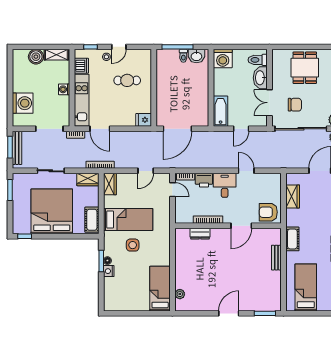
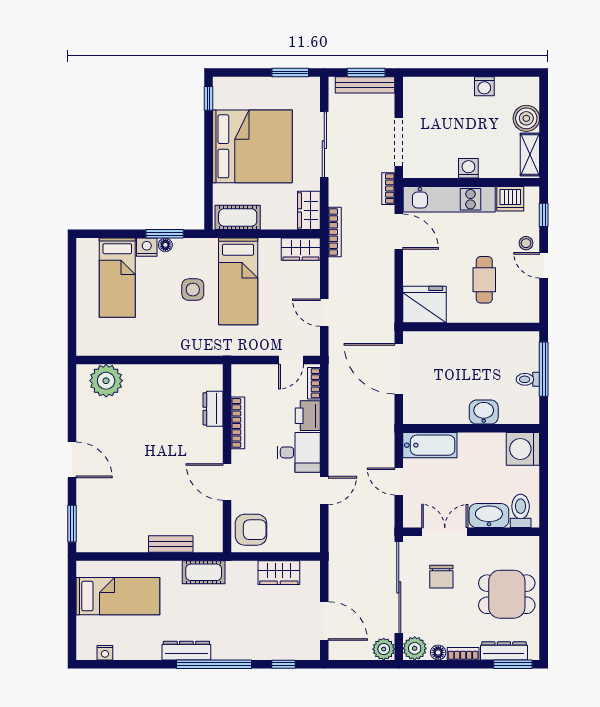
washbasin: (196, 56) -> (484, 412), moved, turned 90
washing machine: (23, 103) -> (484, 86), moved, width x0.53, depth x0.53
fridge: (144, 120) -> (425, 305), width x1.88, depth x1.34
door: (100, 129) -> (399, 232), swing flipped
sliding door: (51, 171) -> (324, 145), width x1.37
armchair: (268, 212) -> (251, 530), turned 90
bed: (160, 289) -> (117, 278), moved, turned 90
plant: (180, 294) -> (106, 381), width x1.88, depth x1.88

